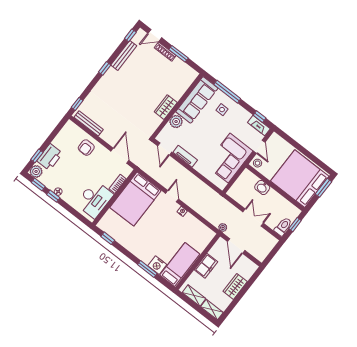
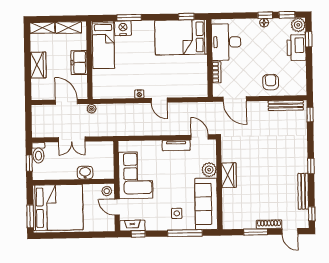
door: (155, 35) -> (290, 231), swing flipped
bed: (135, 199) -> (181, 37), moved, turned -90

